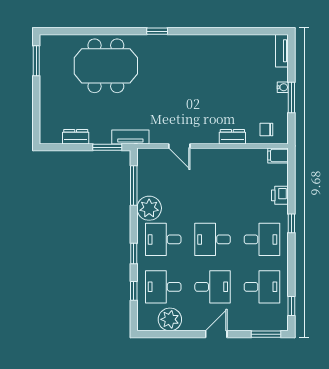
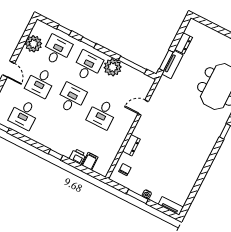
tv unit: (130, 137) -> (172, 64), moved
filing cabinet: (278, 155) -> (90, 161), moved
desk: (262, 239) -> (102, 114), moved

